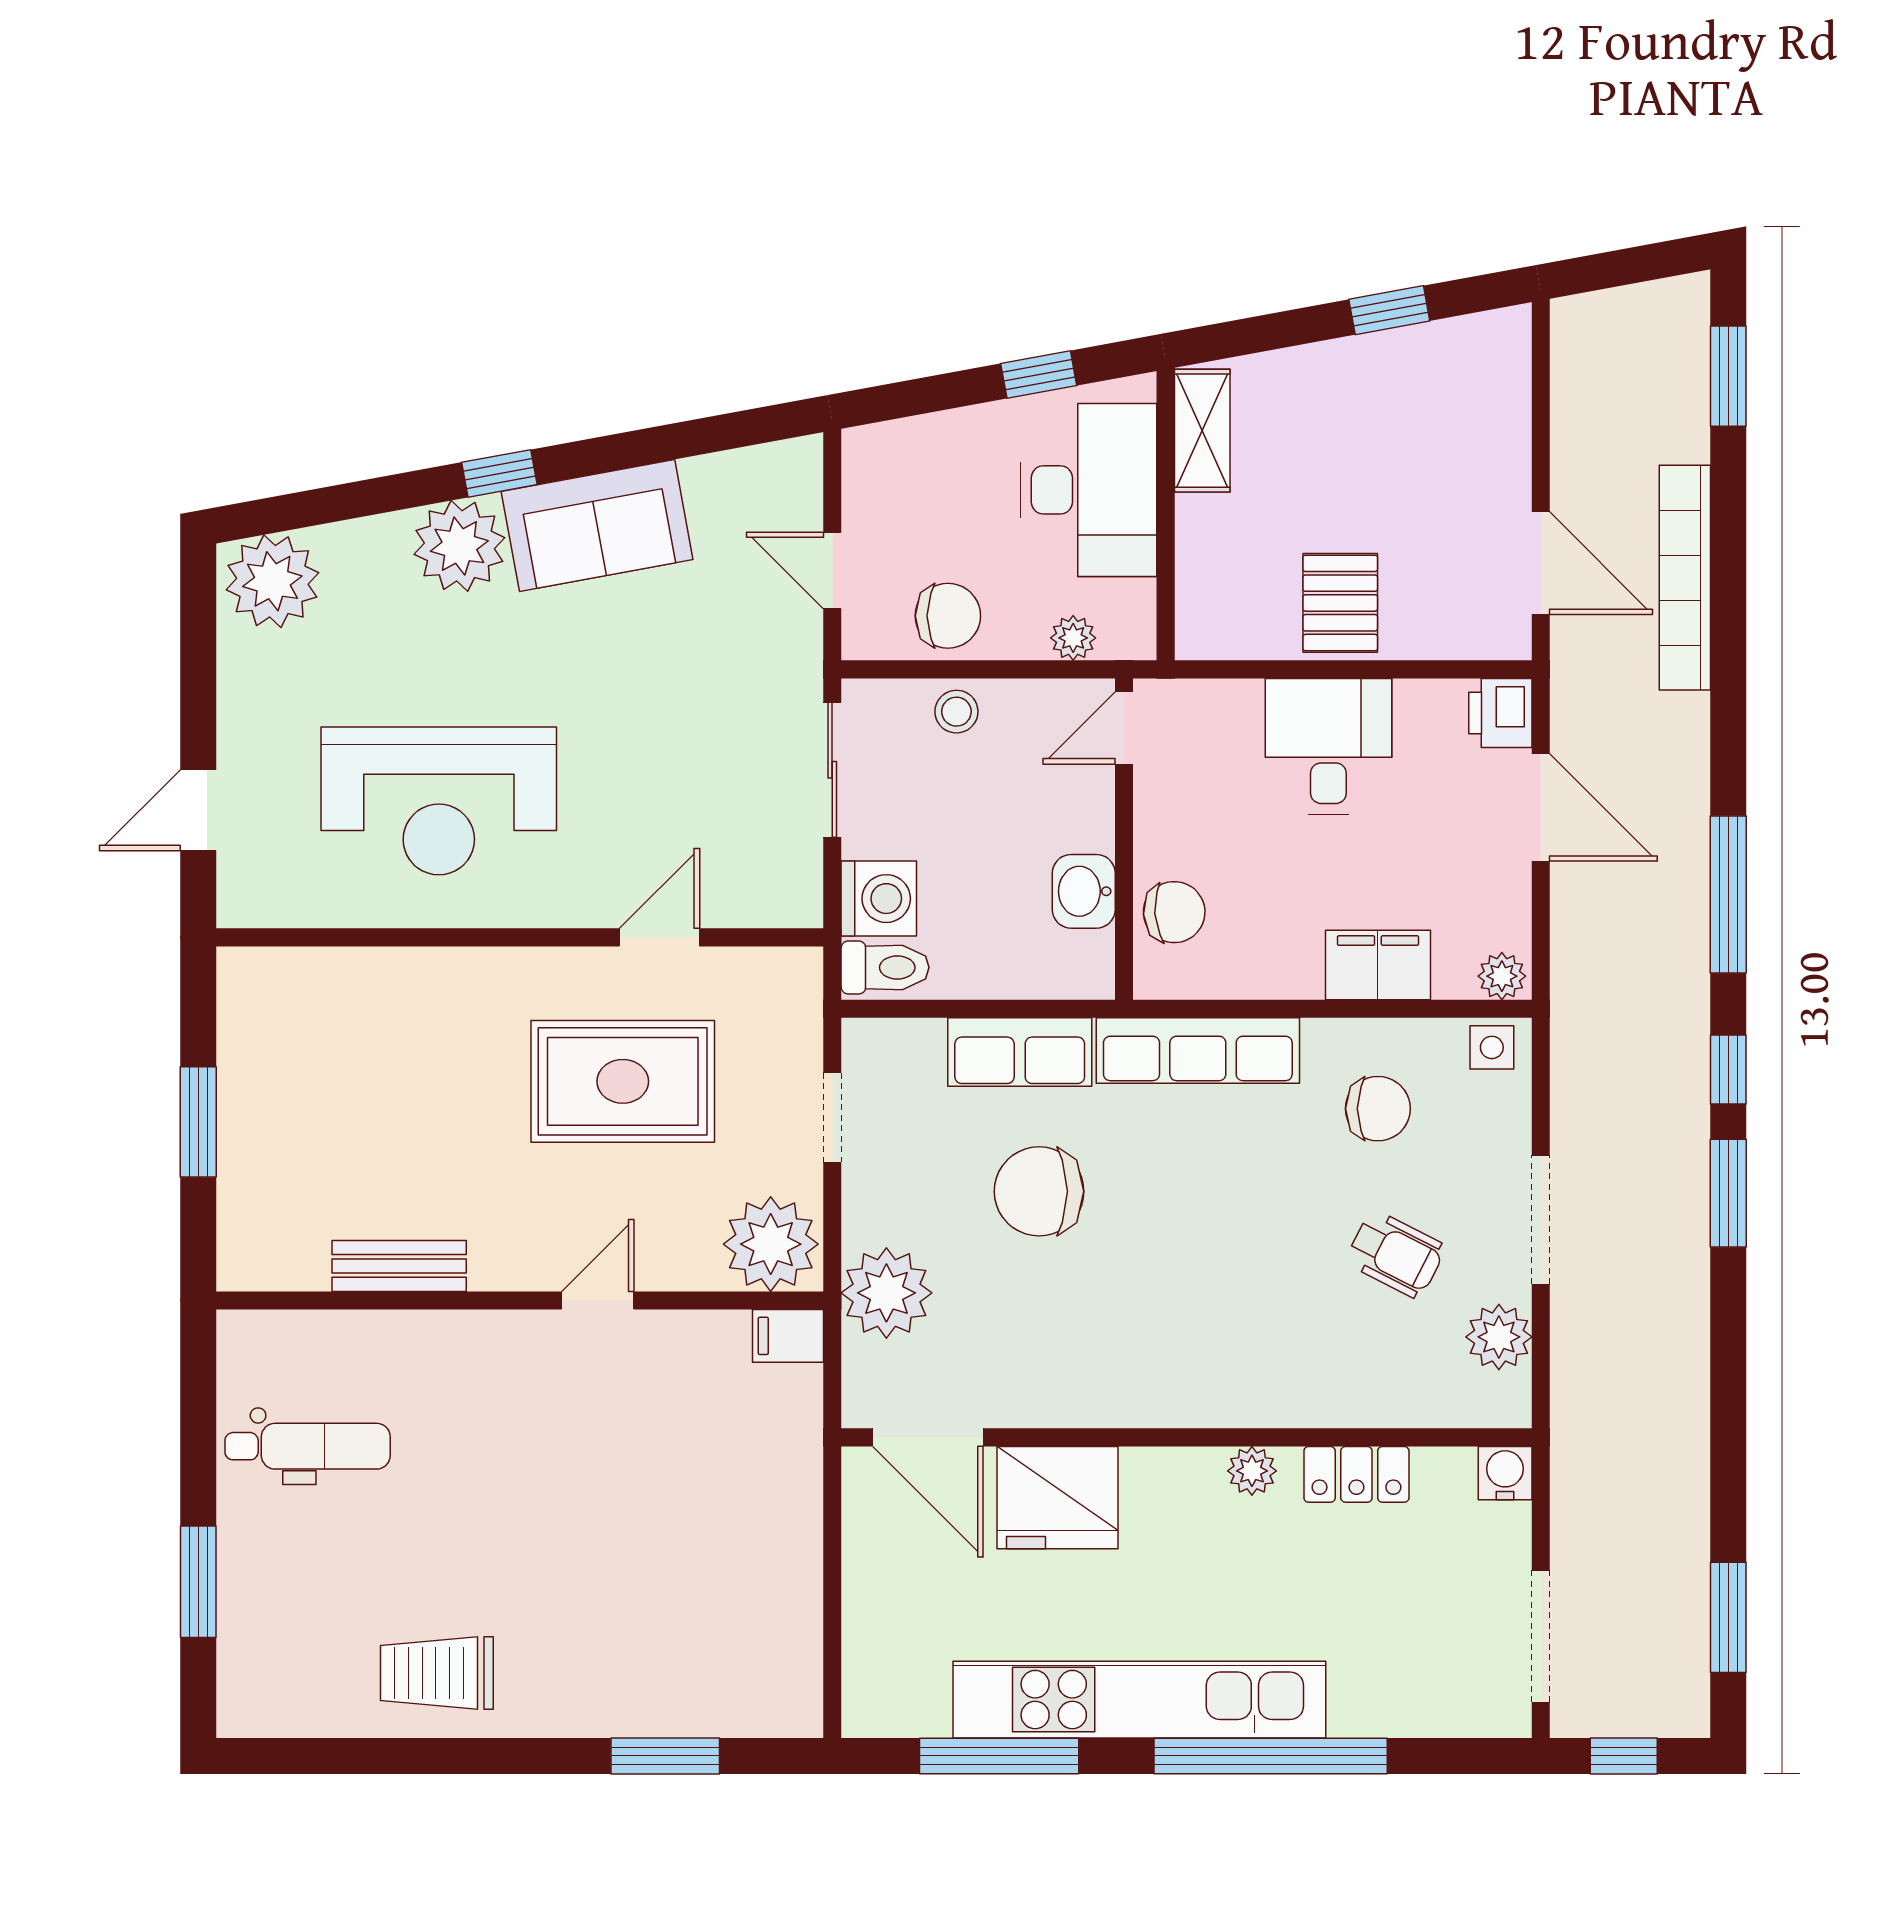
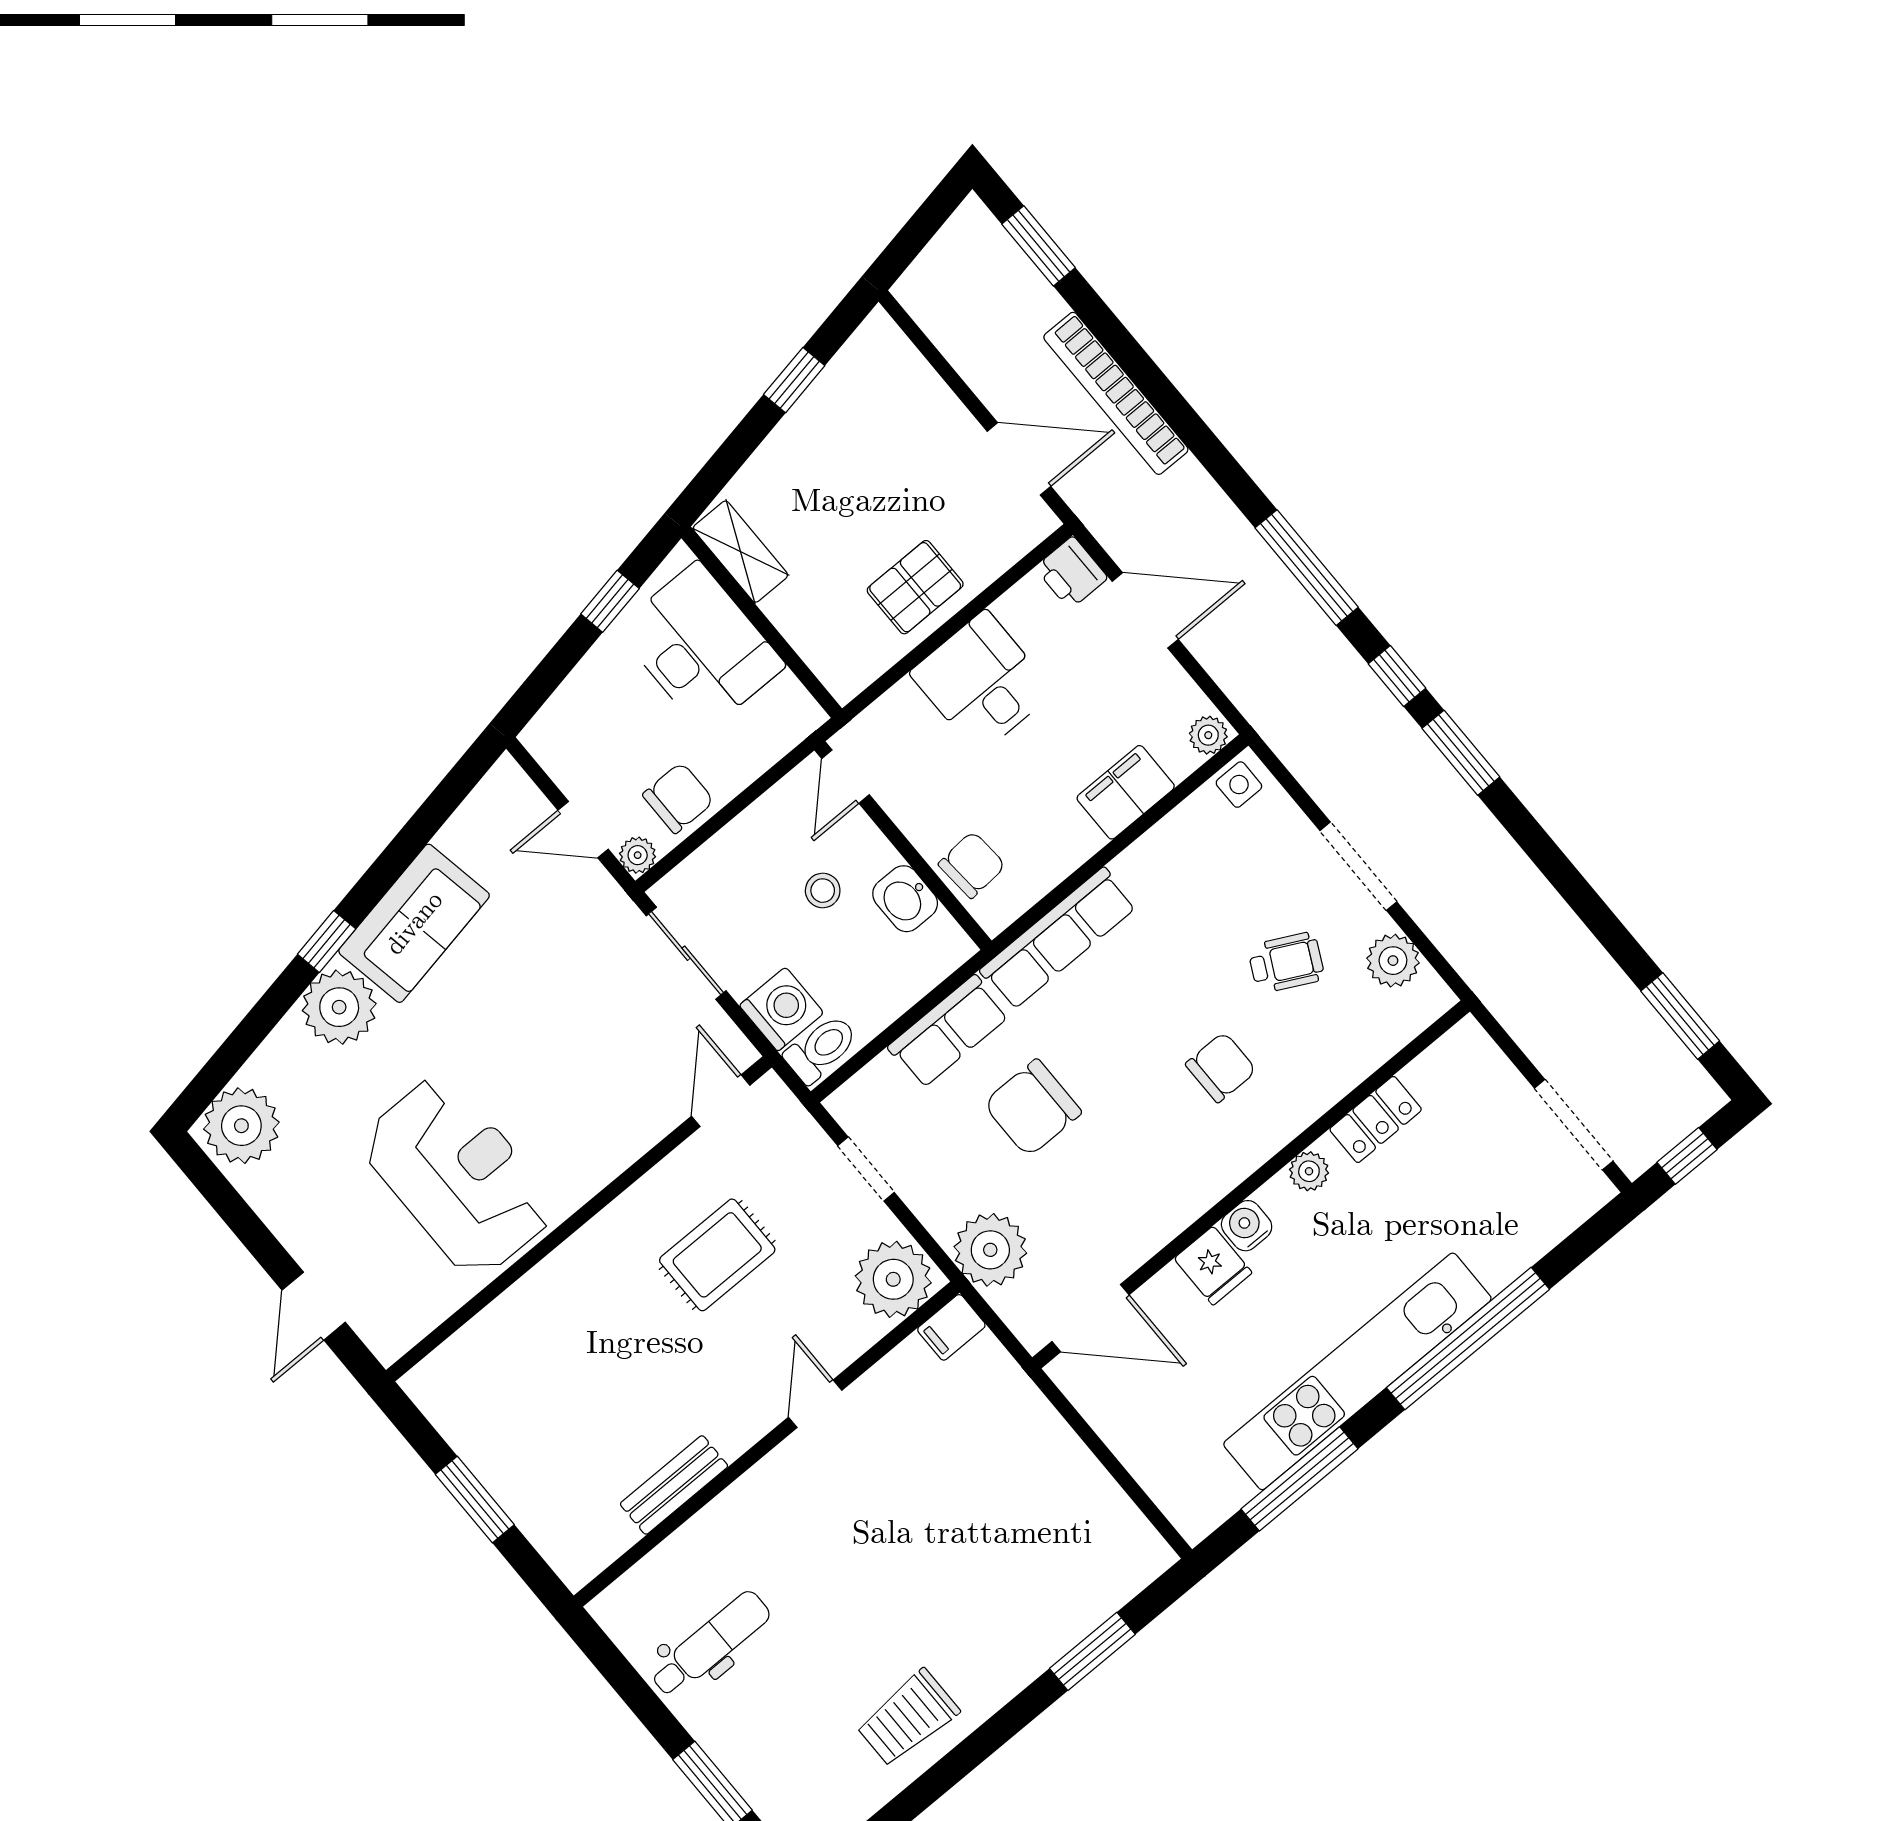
pallet: (1340, 603) -> (915, 587), turned 90
plant: (1073, 638) -> (638, 855), moved
stool: (956, 712) -> (823, 891), moved
reception desk: (439, 801) -> (458, 1176), turned -90
door: (660, 937) -> (721, 1101), moved
rug: (623, 1081) -> (717, 1255), width x0.73, depth x0.70
chair: (1378, 1109) -> (1221, 1067), moved
water cooler: (1505, 1473) -> (1247, 1226), moved
fridge: (1057, 1498) -> (1213, 1266), width x0.53, depth x0.75

